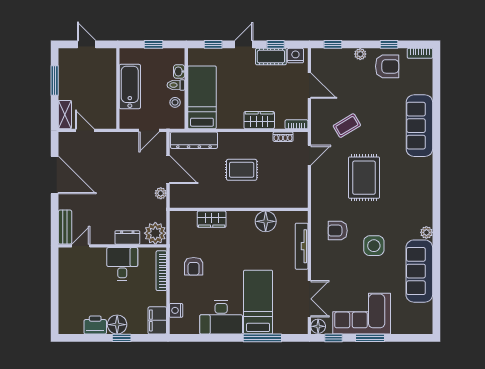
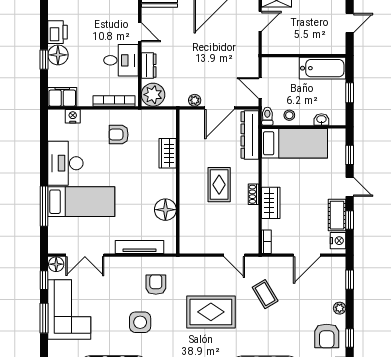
toilet: (176, 85) -> (267, 116), moved
bathtub: (130, 87) -> (322, 68), moved
shoe rack: (283, 137) -> (254, 194), moved
door: (81, 246) -> (140, 32), moved

